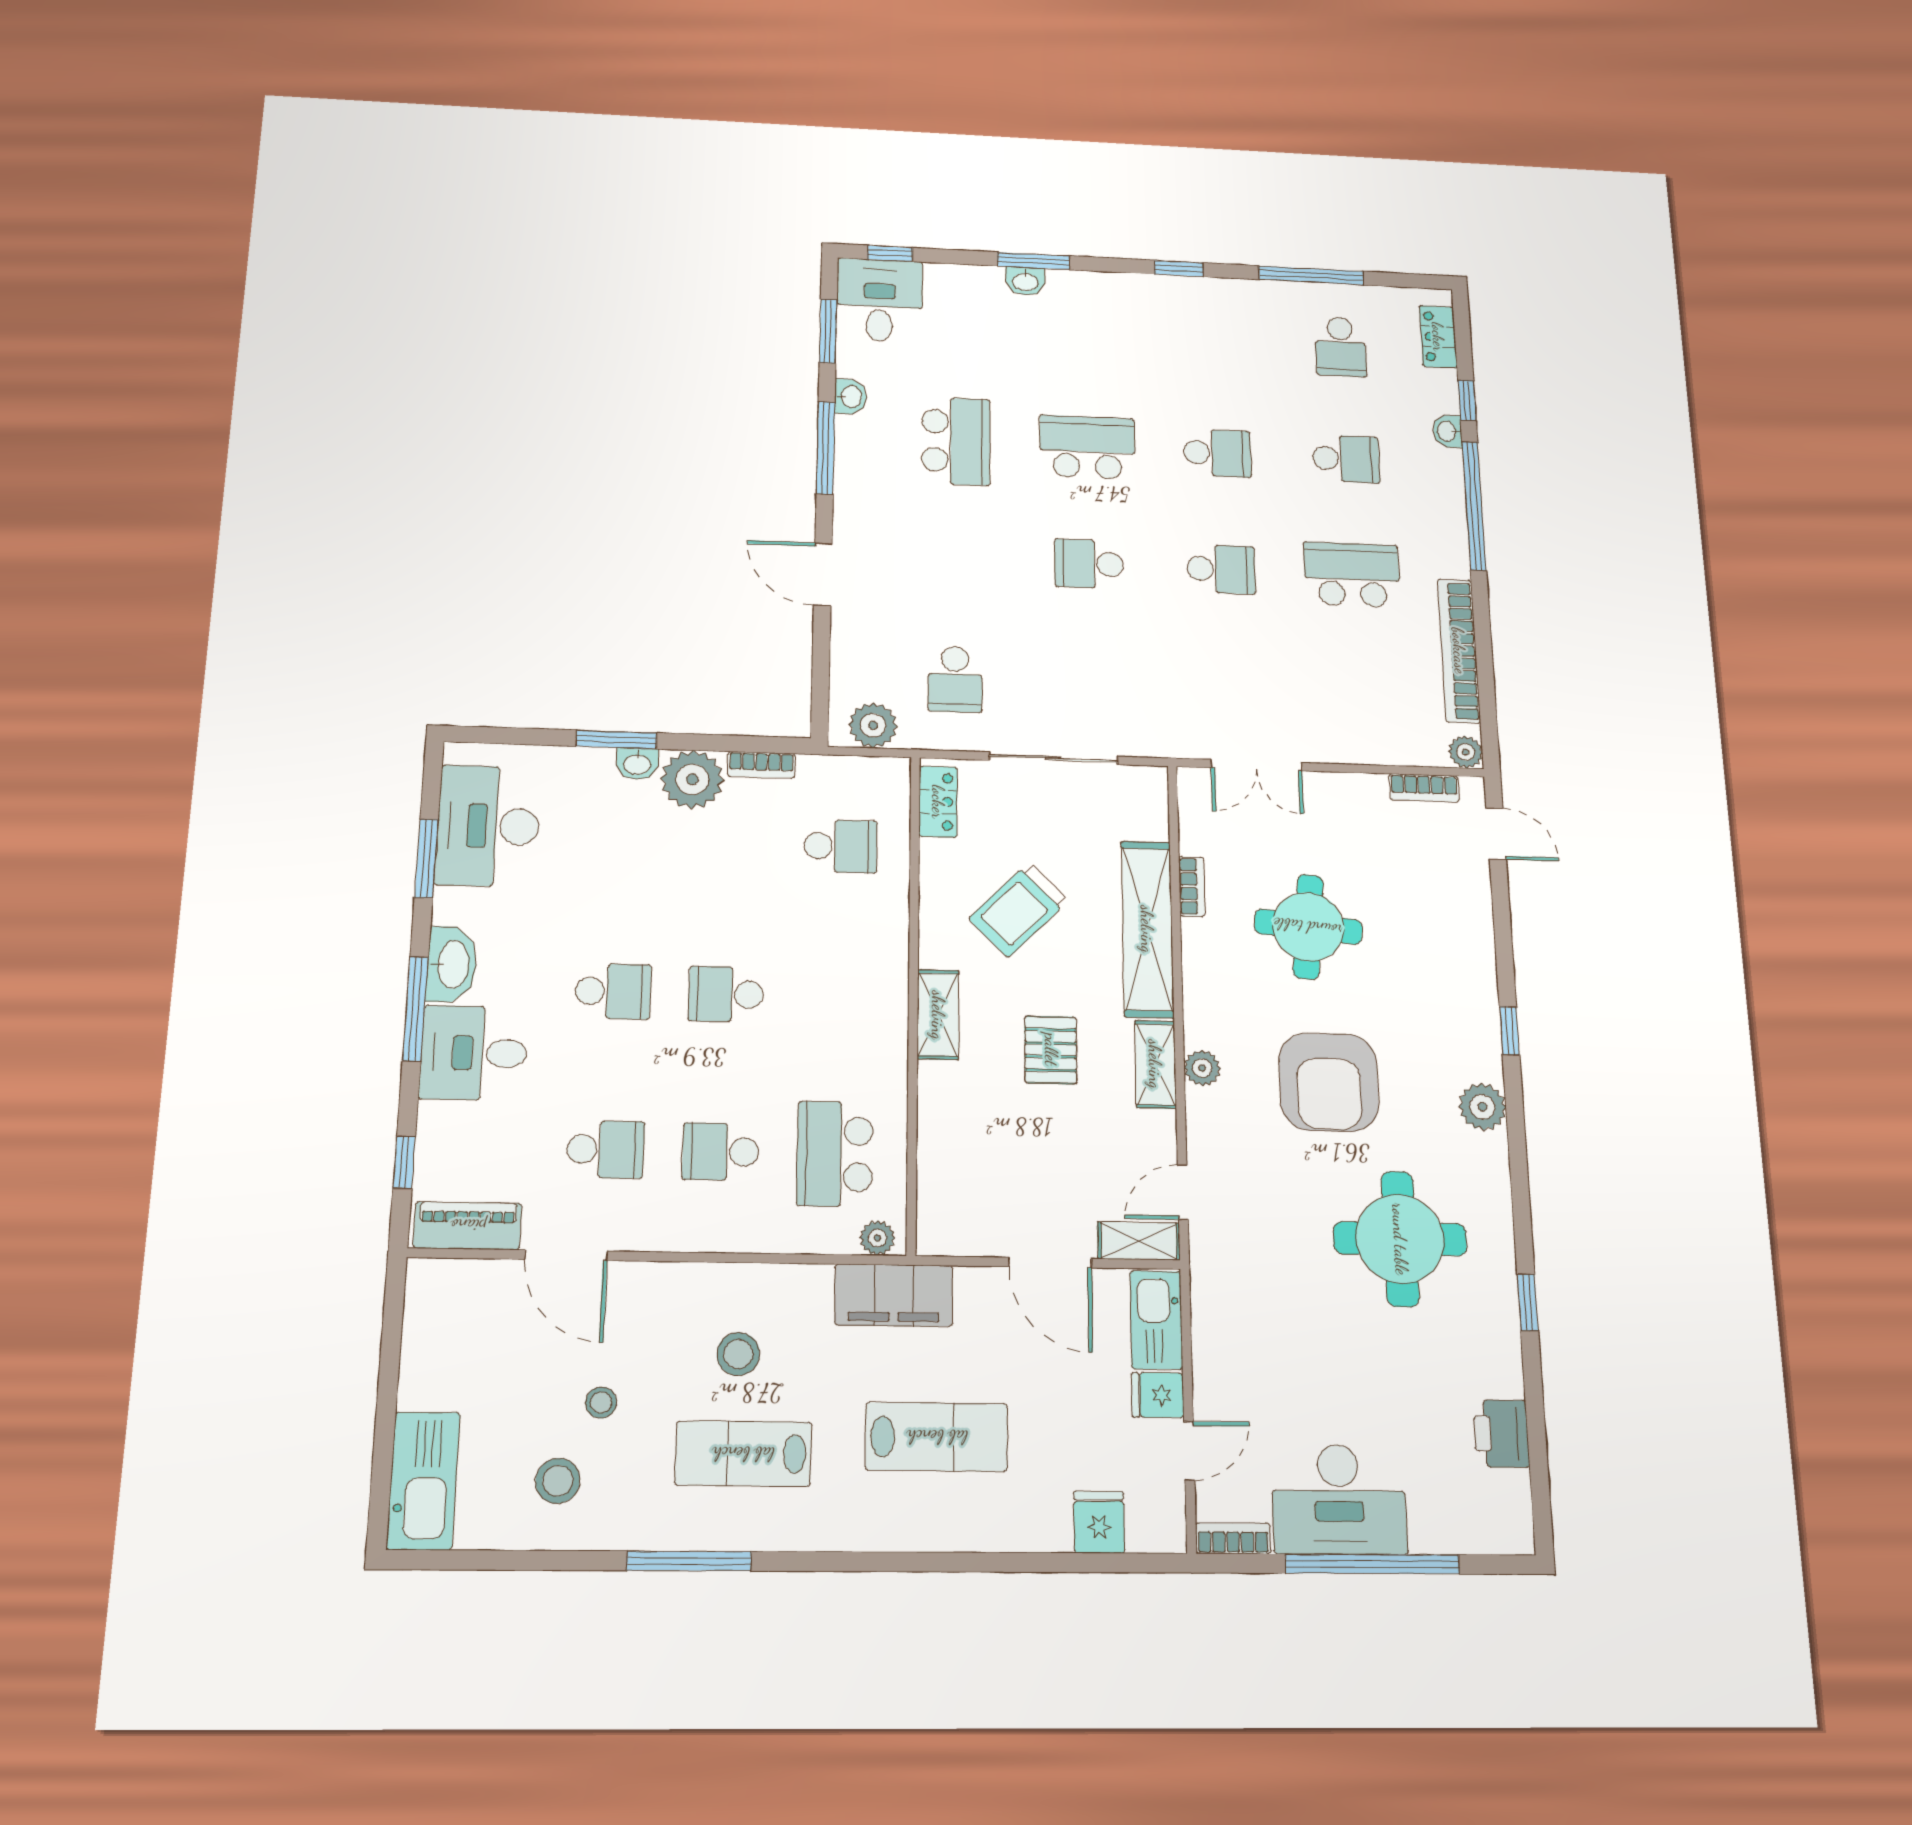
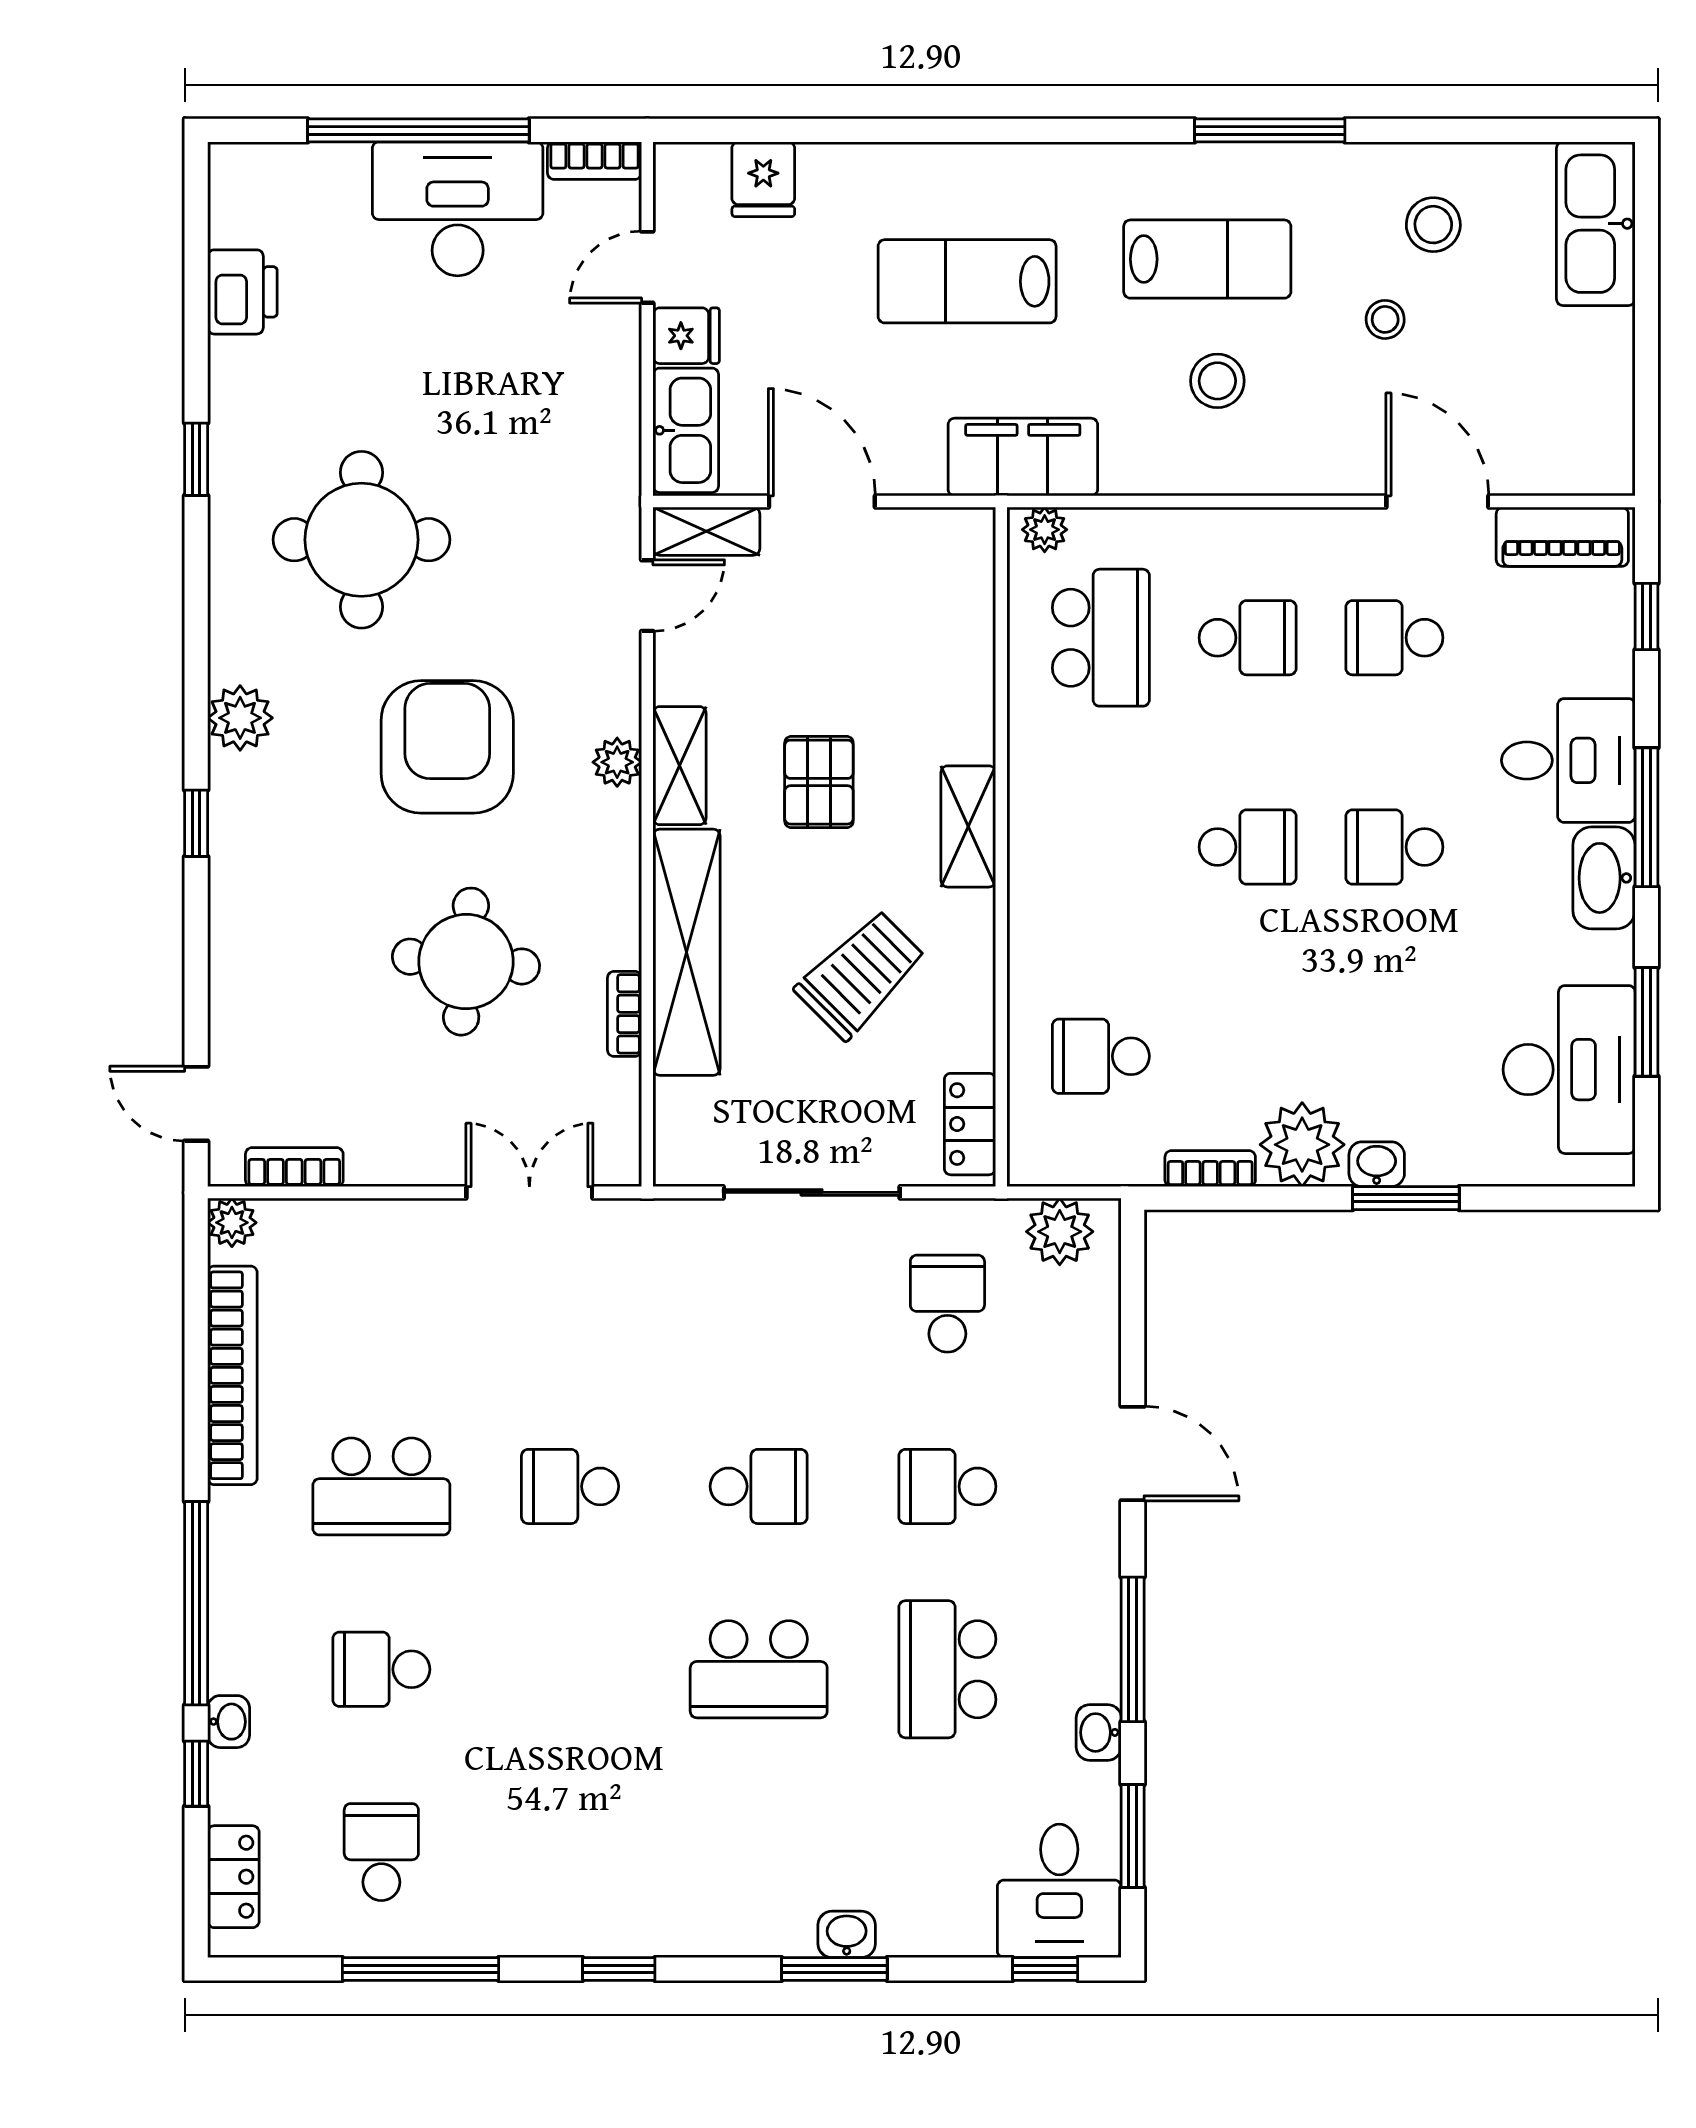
school desk: (1217, 453) -> (947, 1486), moved

